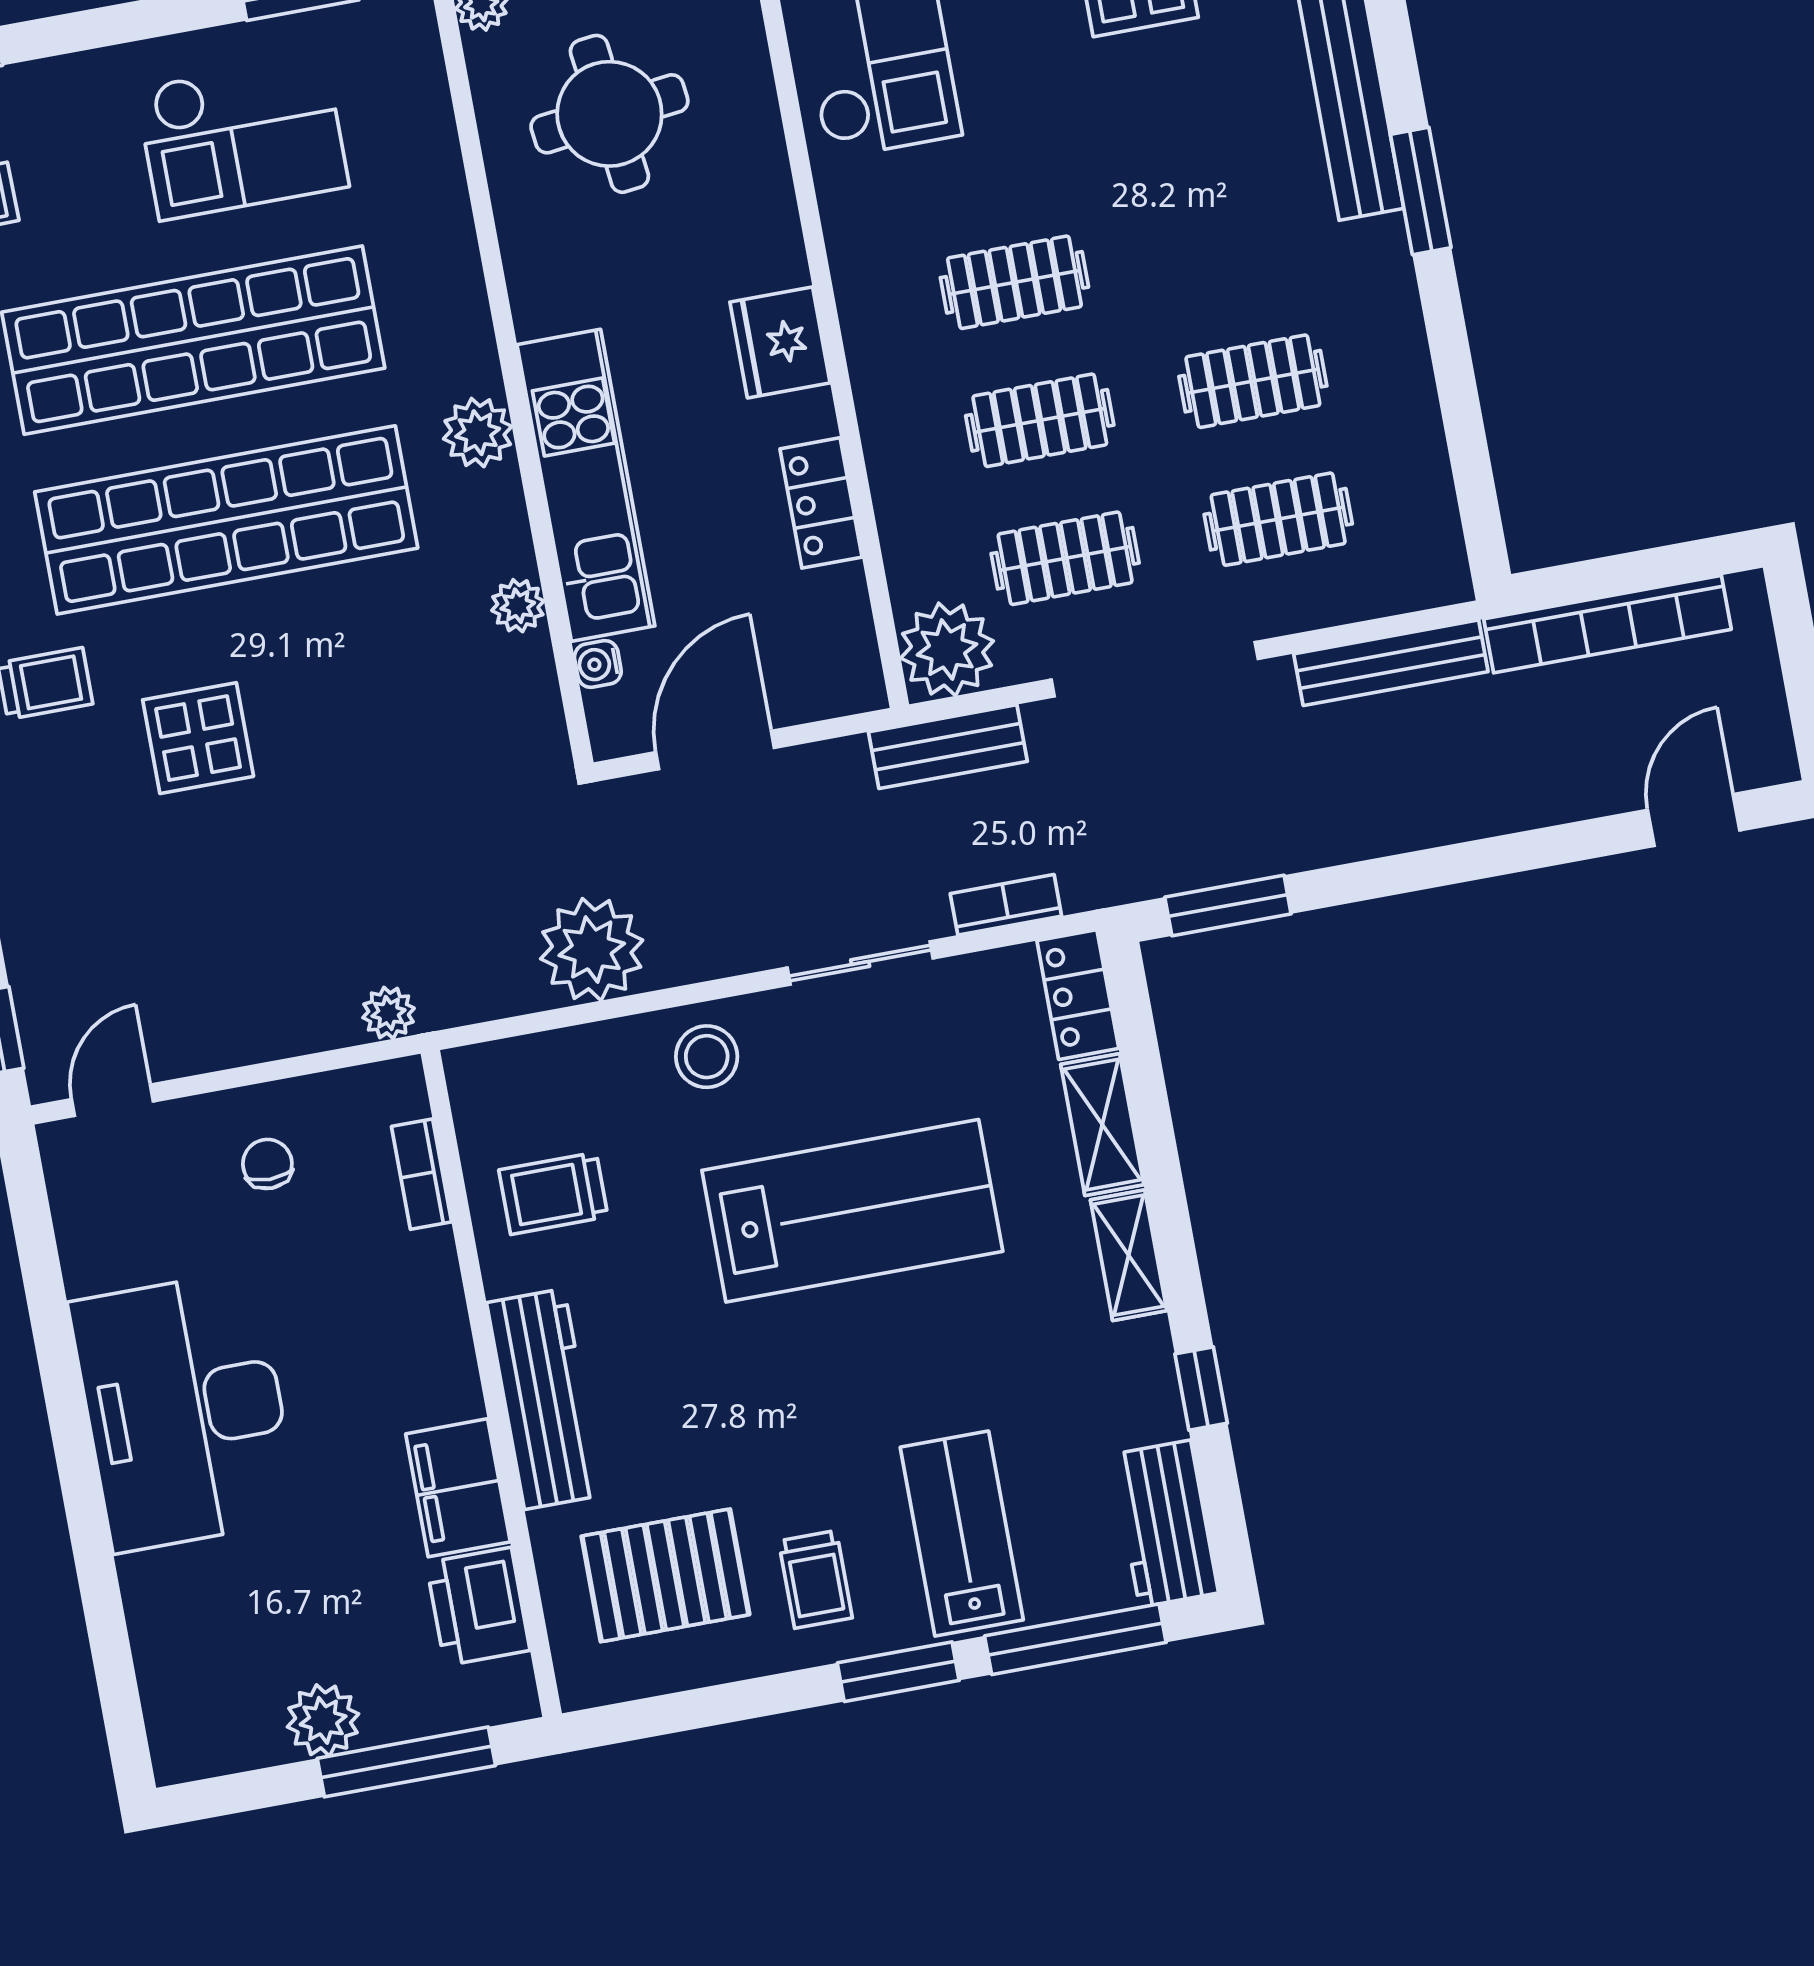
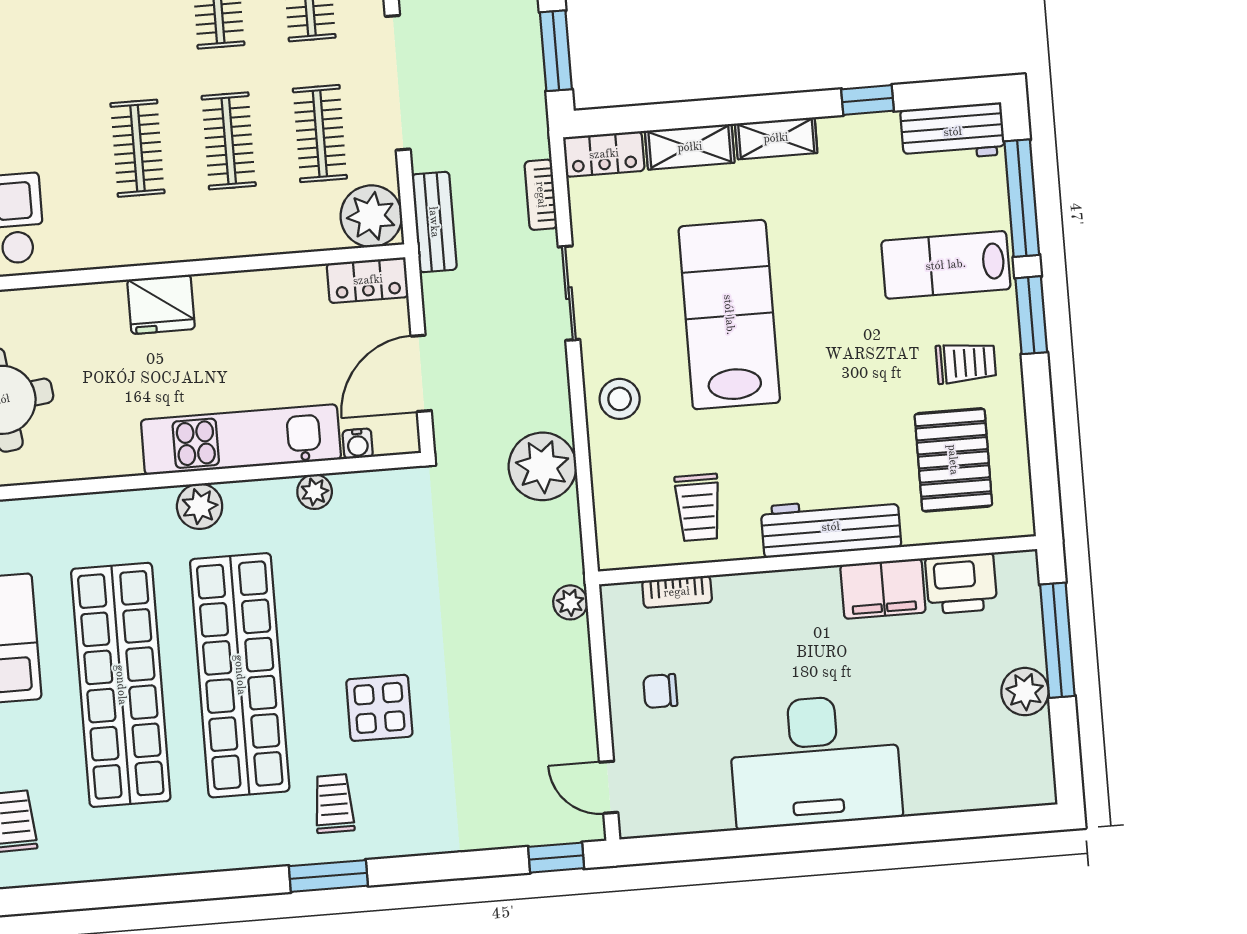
locker: (821, 503) -> (368, 280), moved
door: (715, 750) -> (421, 373), hinge flipped

